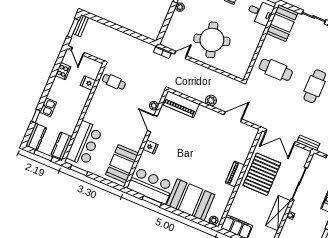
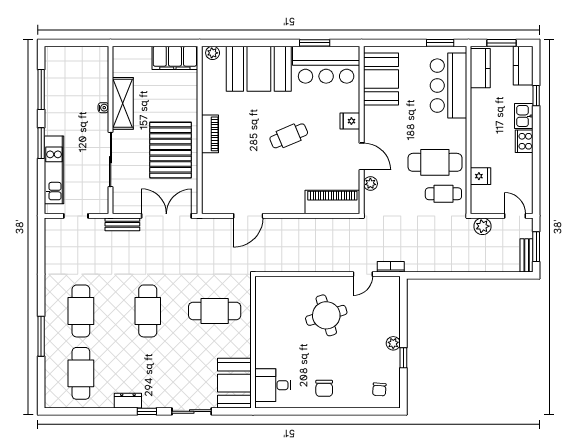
round table: (212, 40) -> (326, 315), width x0.73, depth x0.73
cooker: (63, 71) -> (524, 141), moved
plant: (211, 100) -> (482, 226), moved
cafe table: (111, 102) -> (435, 162), added
cafe table: (190, 153) -> (289, 136), added

